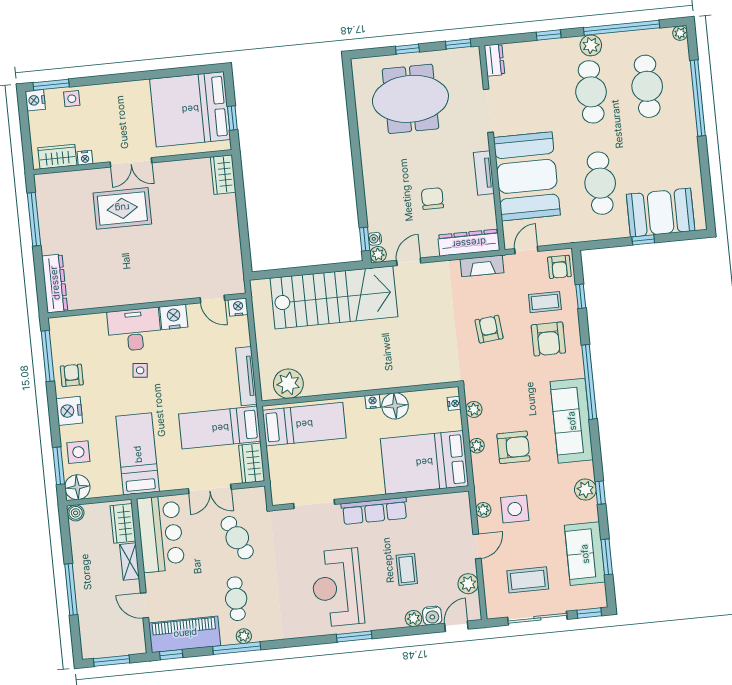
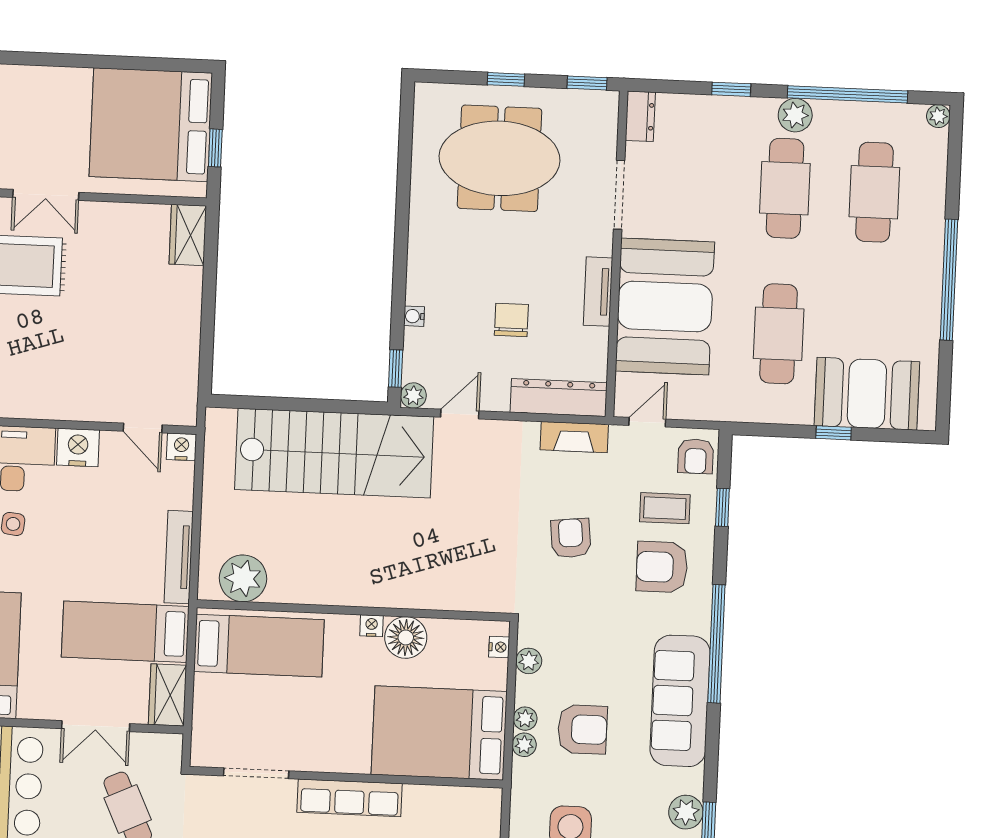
window: (698, 98) -> (949, 280), moved
water cooler: (375, 239) -> (414, 316), moved
armchair: (548, 339) -> (662, 567), turned 90
plant: (483, 510) -> (524, 745), moved

